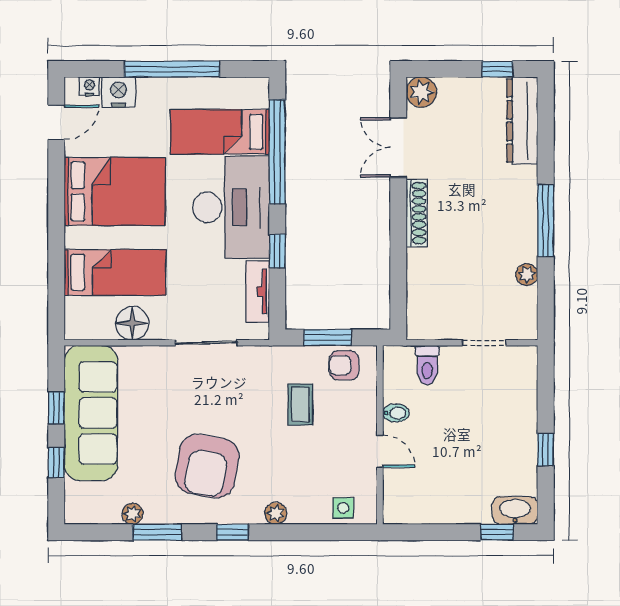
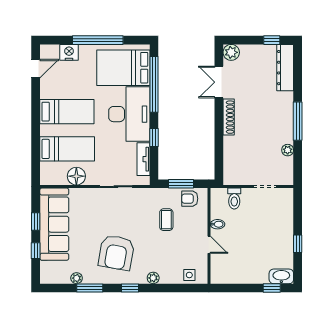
nightstand: (89, 86) -> (53, 49), removed
bed: (220, 132) -> (123, 68), width x1.50
bed: (115, 191) -> (67, 112), width x0.67

